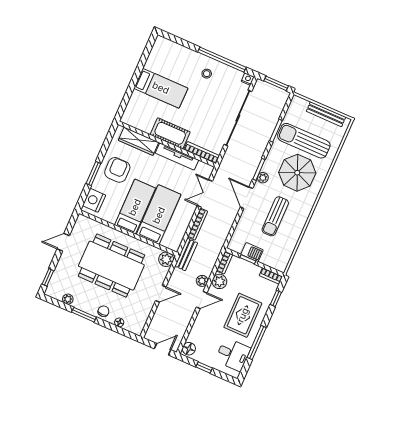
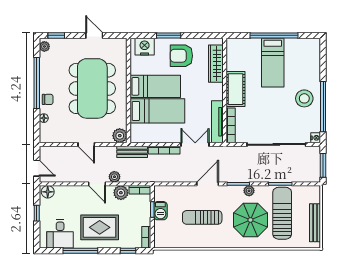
stool: (207, 74) -> (304, 98), width x1.89, depth x1.89
window: (136, 76) -> (274, 35), added
tv unit: (177, 156) -> (217, 122), moved
armchair: (117, 170) -> (181, 56), turned 180
plant: (263, 178) -> (249, 191), moved
plant: (68, 299) -> (44, 46), moved
window: (84, 315) -> (37, 83), width x2.11

